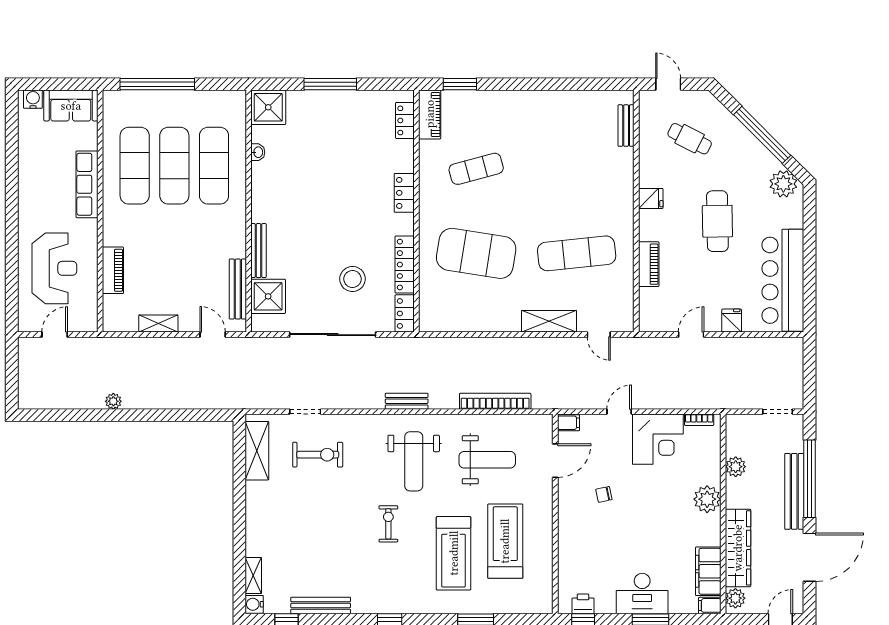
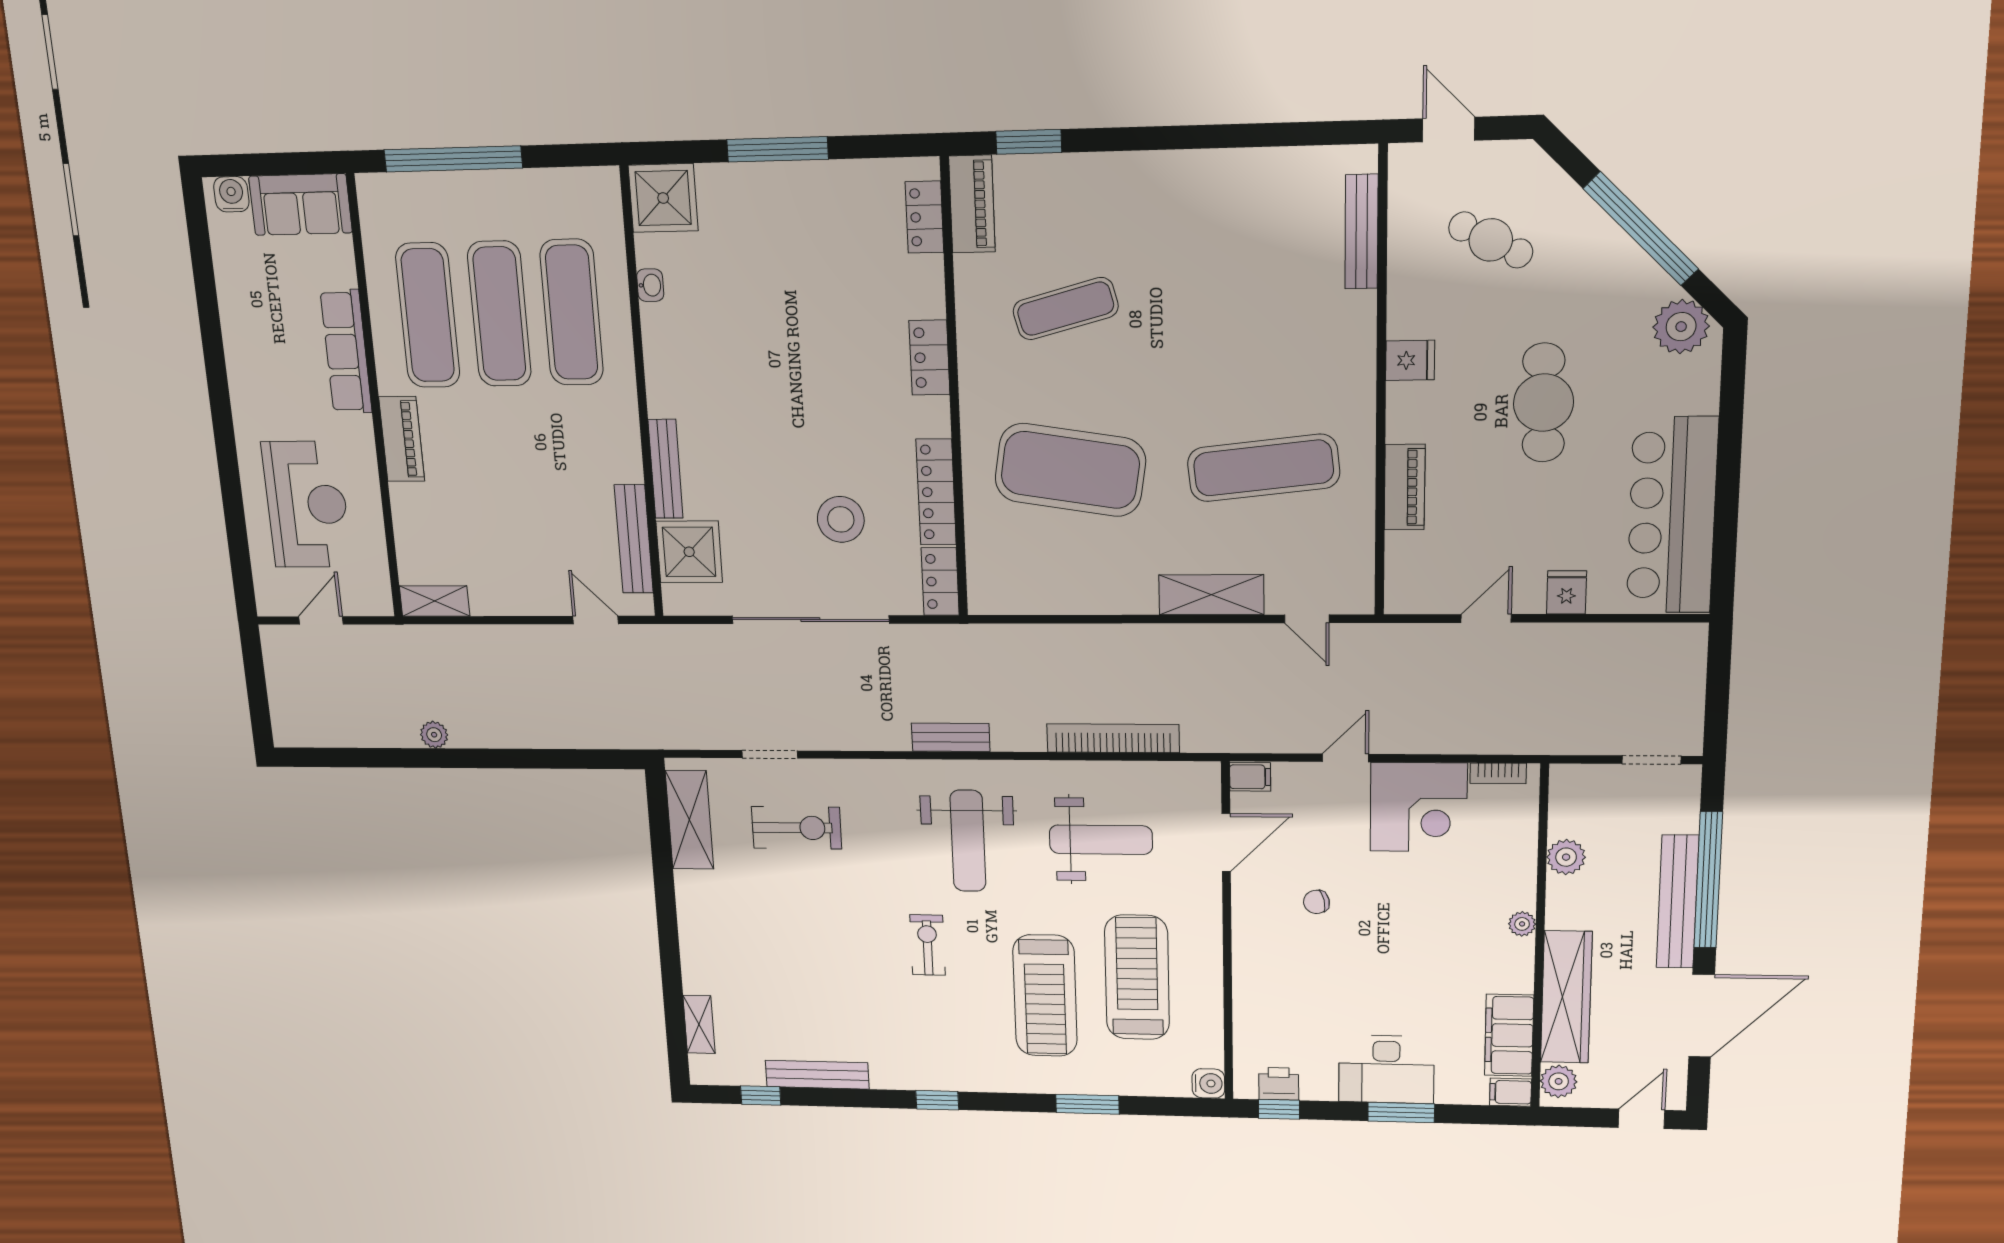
bench: (626, 126) -> (1361, 232), width x1.36
piano: (113, 270) -> (402, 439), moved
shelving: (158, 323) -> (435, 601), moved
plant: (707, 499) -> (1522, 924), width x0.53, depth x0.53
water cooler: (254, 604) -> (1208, 1083), moved, turned 180

